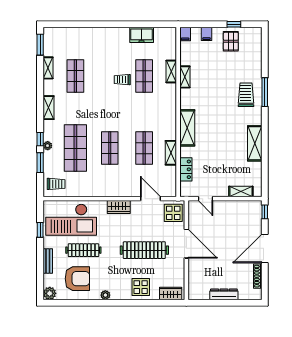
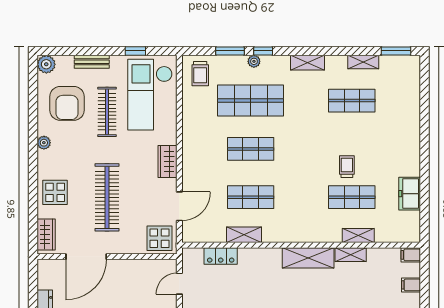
shelving: (187, 128) -> (308, 258), moved
door: (186, 244) -> (86, 257), moved

